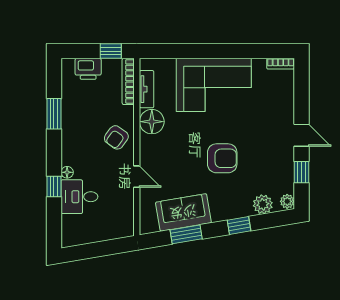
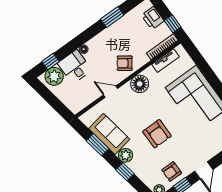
floor lamp: (152, 122) -> (140, 84), moved
armchair: (277, 172) -> (172, 172), added
door: (137, 177) -> (110, 92), swing flipped
window: (54, 186) -> (50, 62), moved
plant: (263, 204) -> (126, 155), moved
plant: (74, 228) -> (54, 76), added

